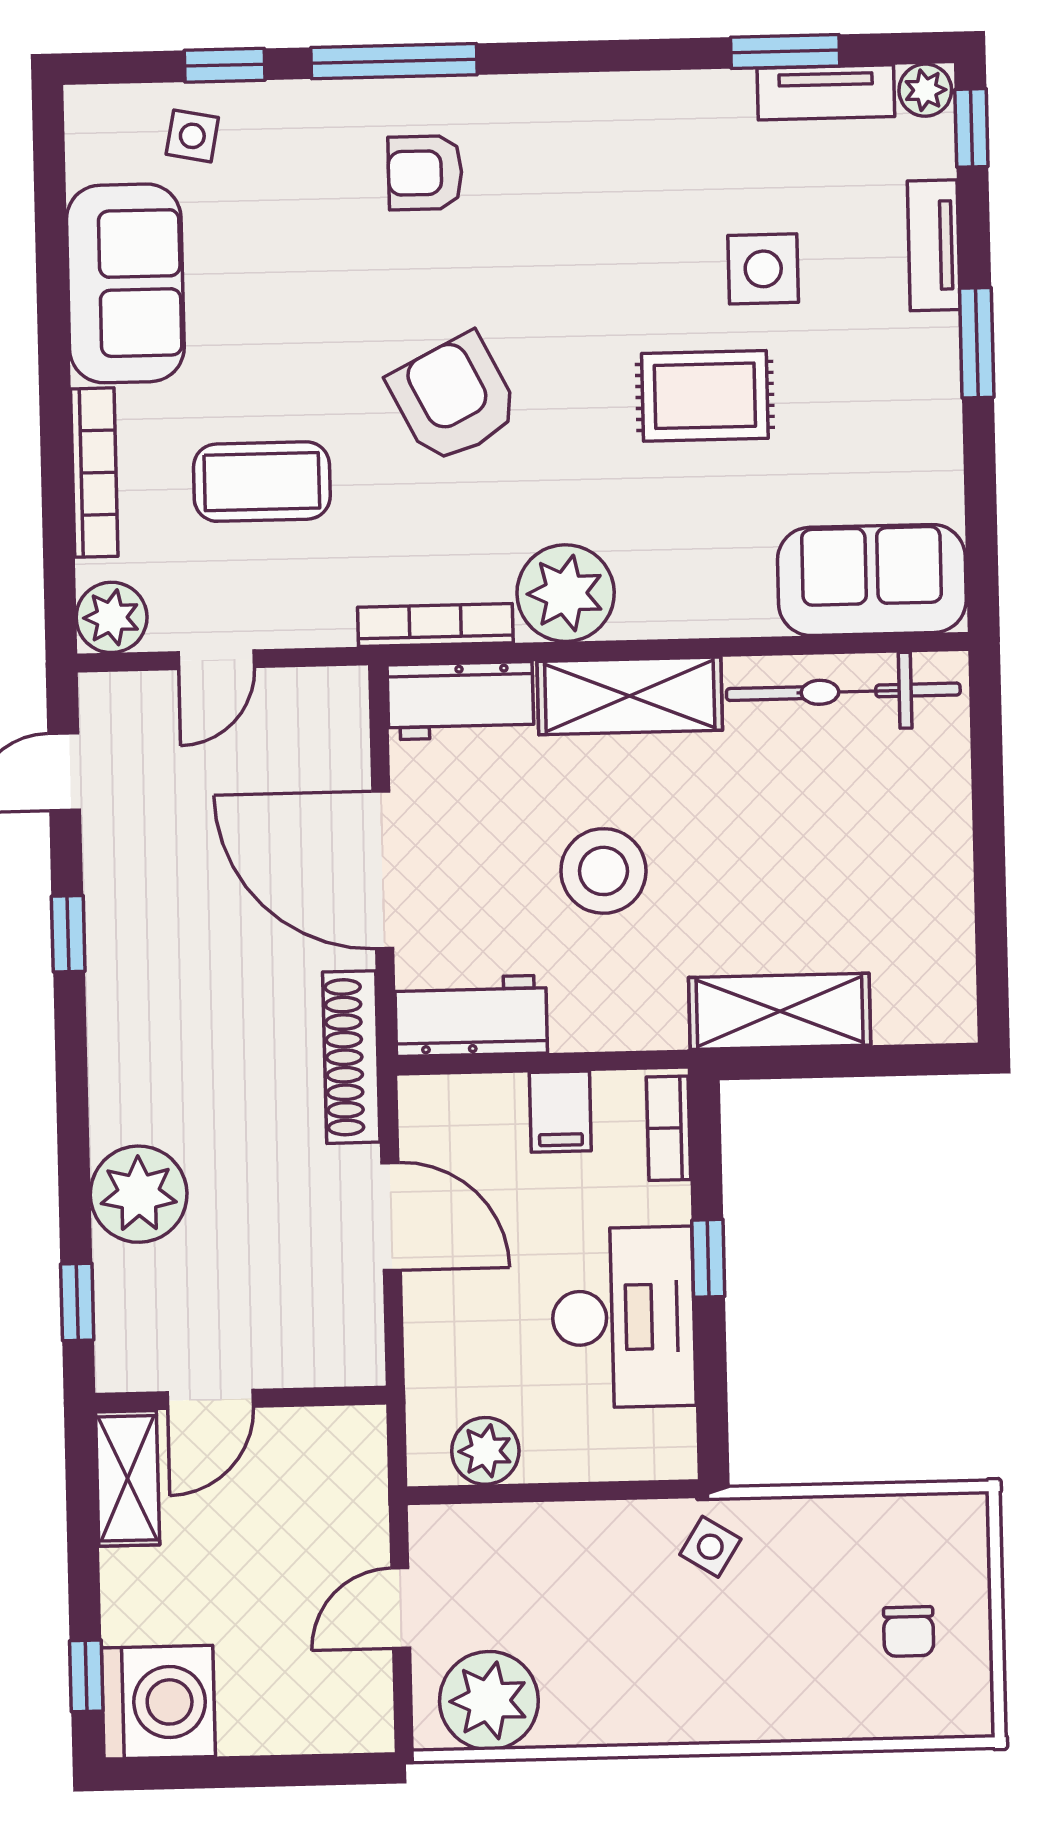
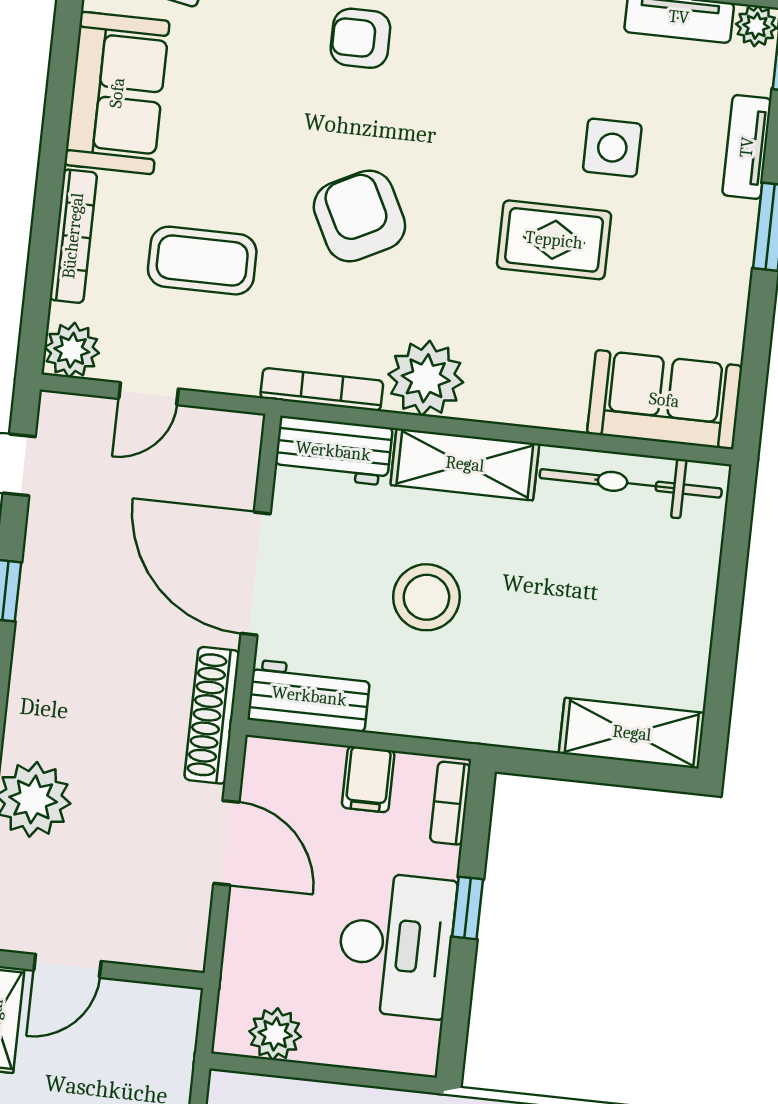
shelving: (780, 1011) -> (632, 733), moved

